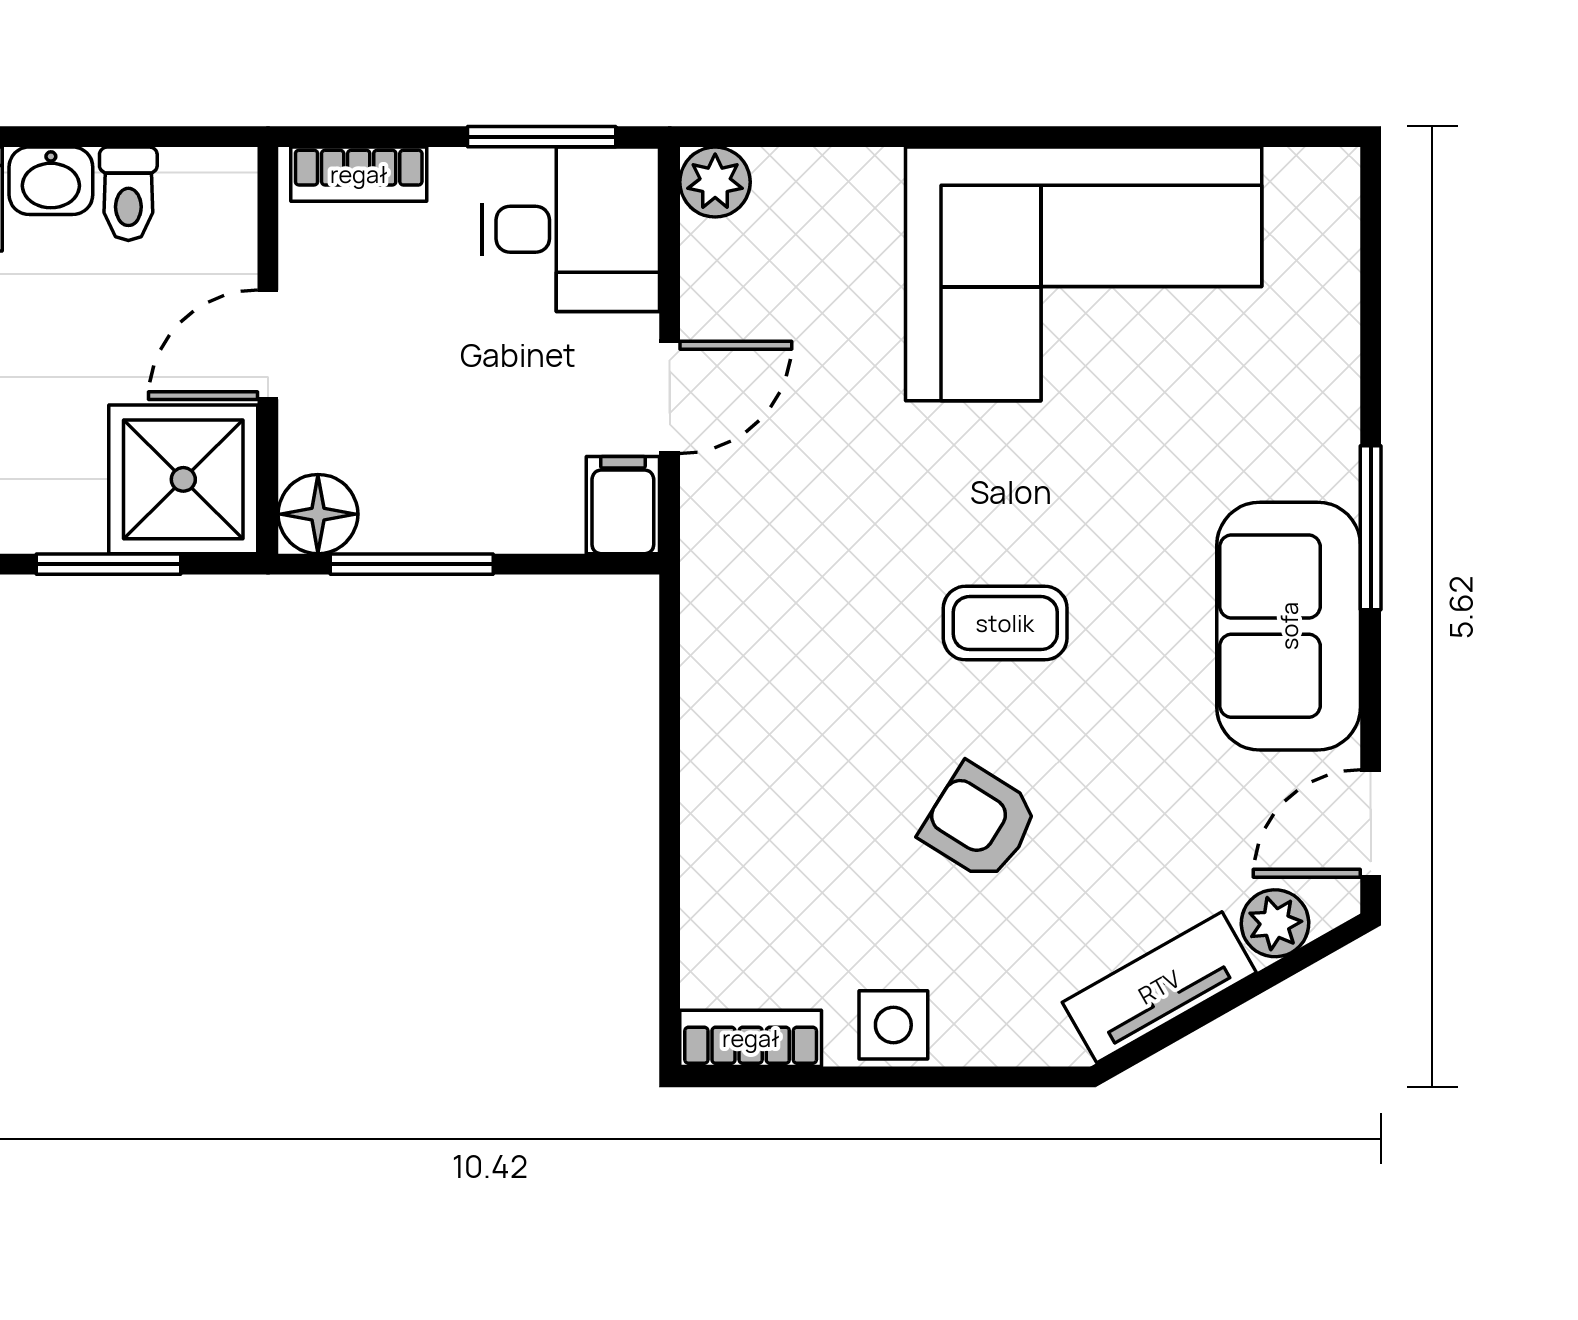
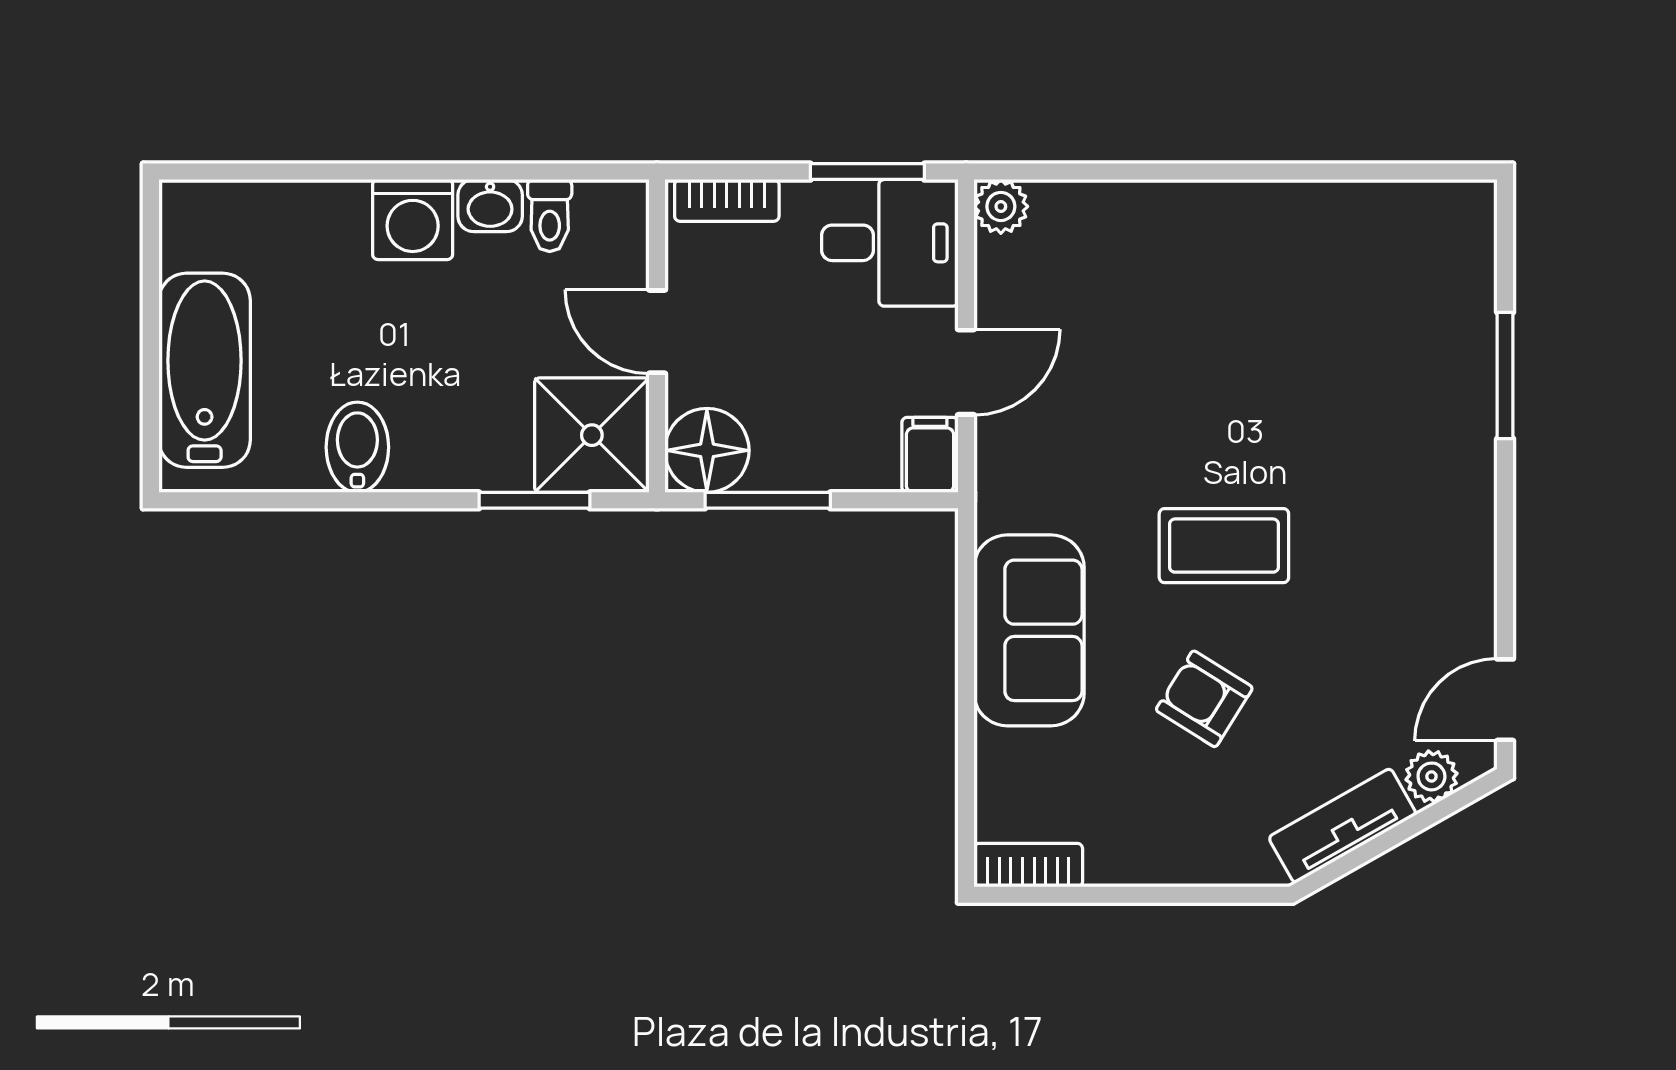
corner sofa: (1084, 274) -> (1284, 277), removed
door: (268, 345) -> (657, 332), hinge flipped
floor lamp: (318, 514) -> (707, 450), width x1.38, depth x1.38
window: (1371, 528) -> (1505, 375), moved
coffee table: (1005, 623) -> (1224, 546), width x1.36, depth x1.30
sofa: (1289, 626) -> (1029, 630), moved, turned 180
side table: (893, 1025) -> (1138, 855), removed

